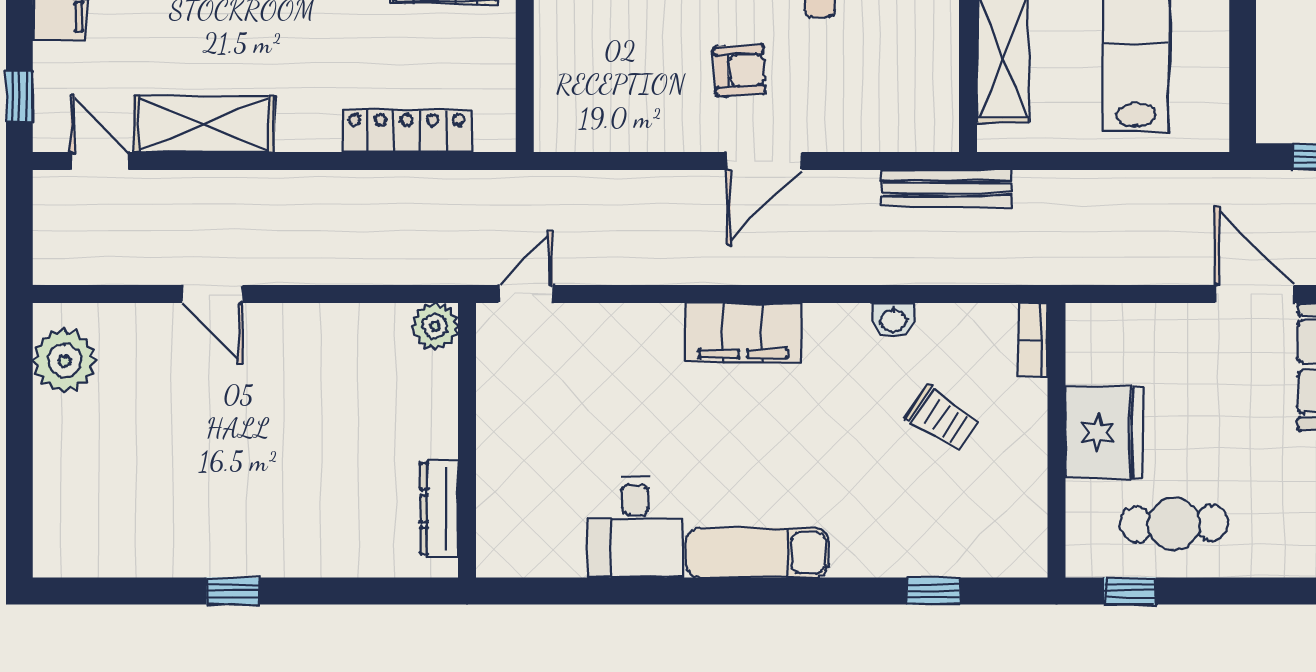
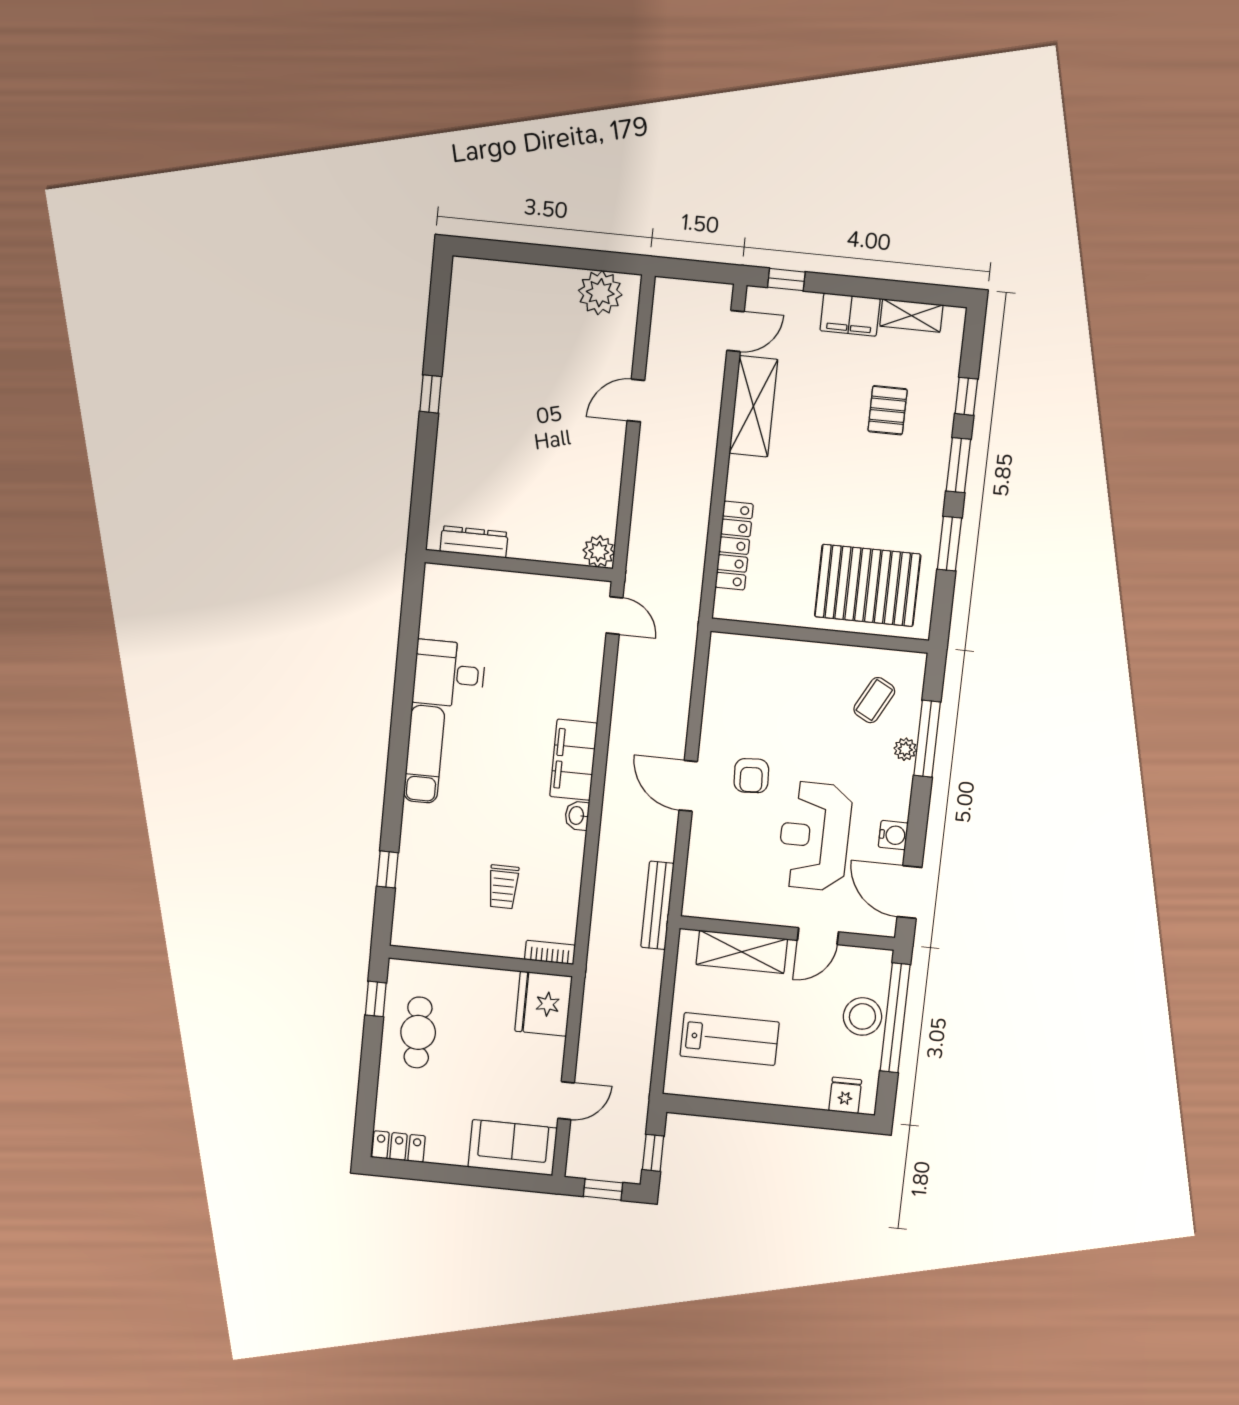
door: (1254, 294) -> (566, 1101), width x0.73
washbasin: (893, 320) -> (577, 816), moved
trolley: (942, 418) -> (503, 887), turned -34
fridge: (1104, 433) -> (543, 1004), moved, turned 90

